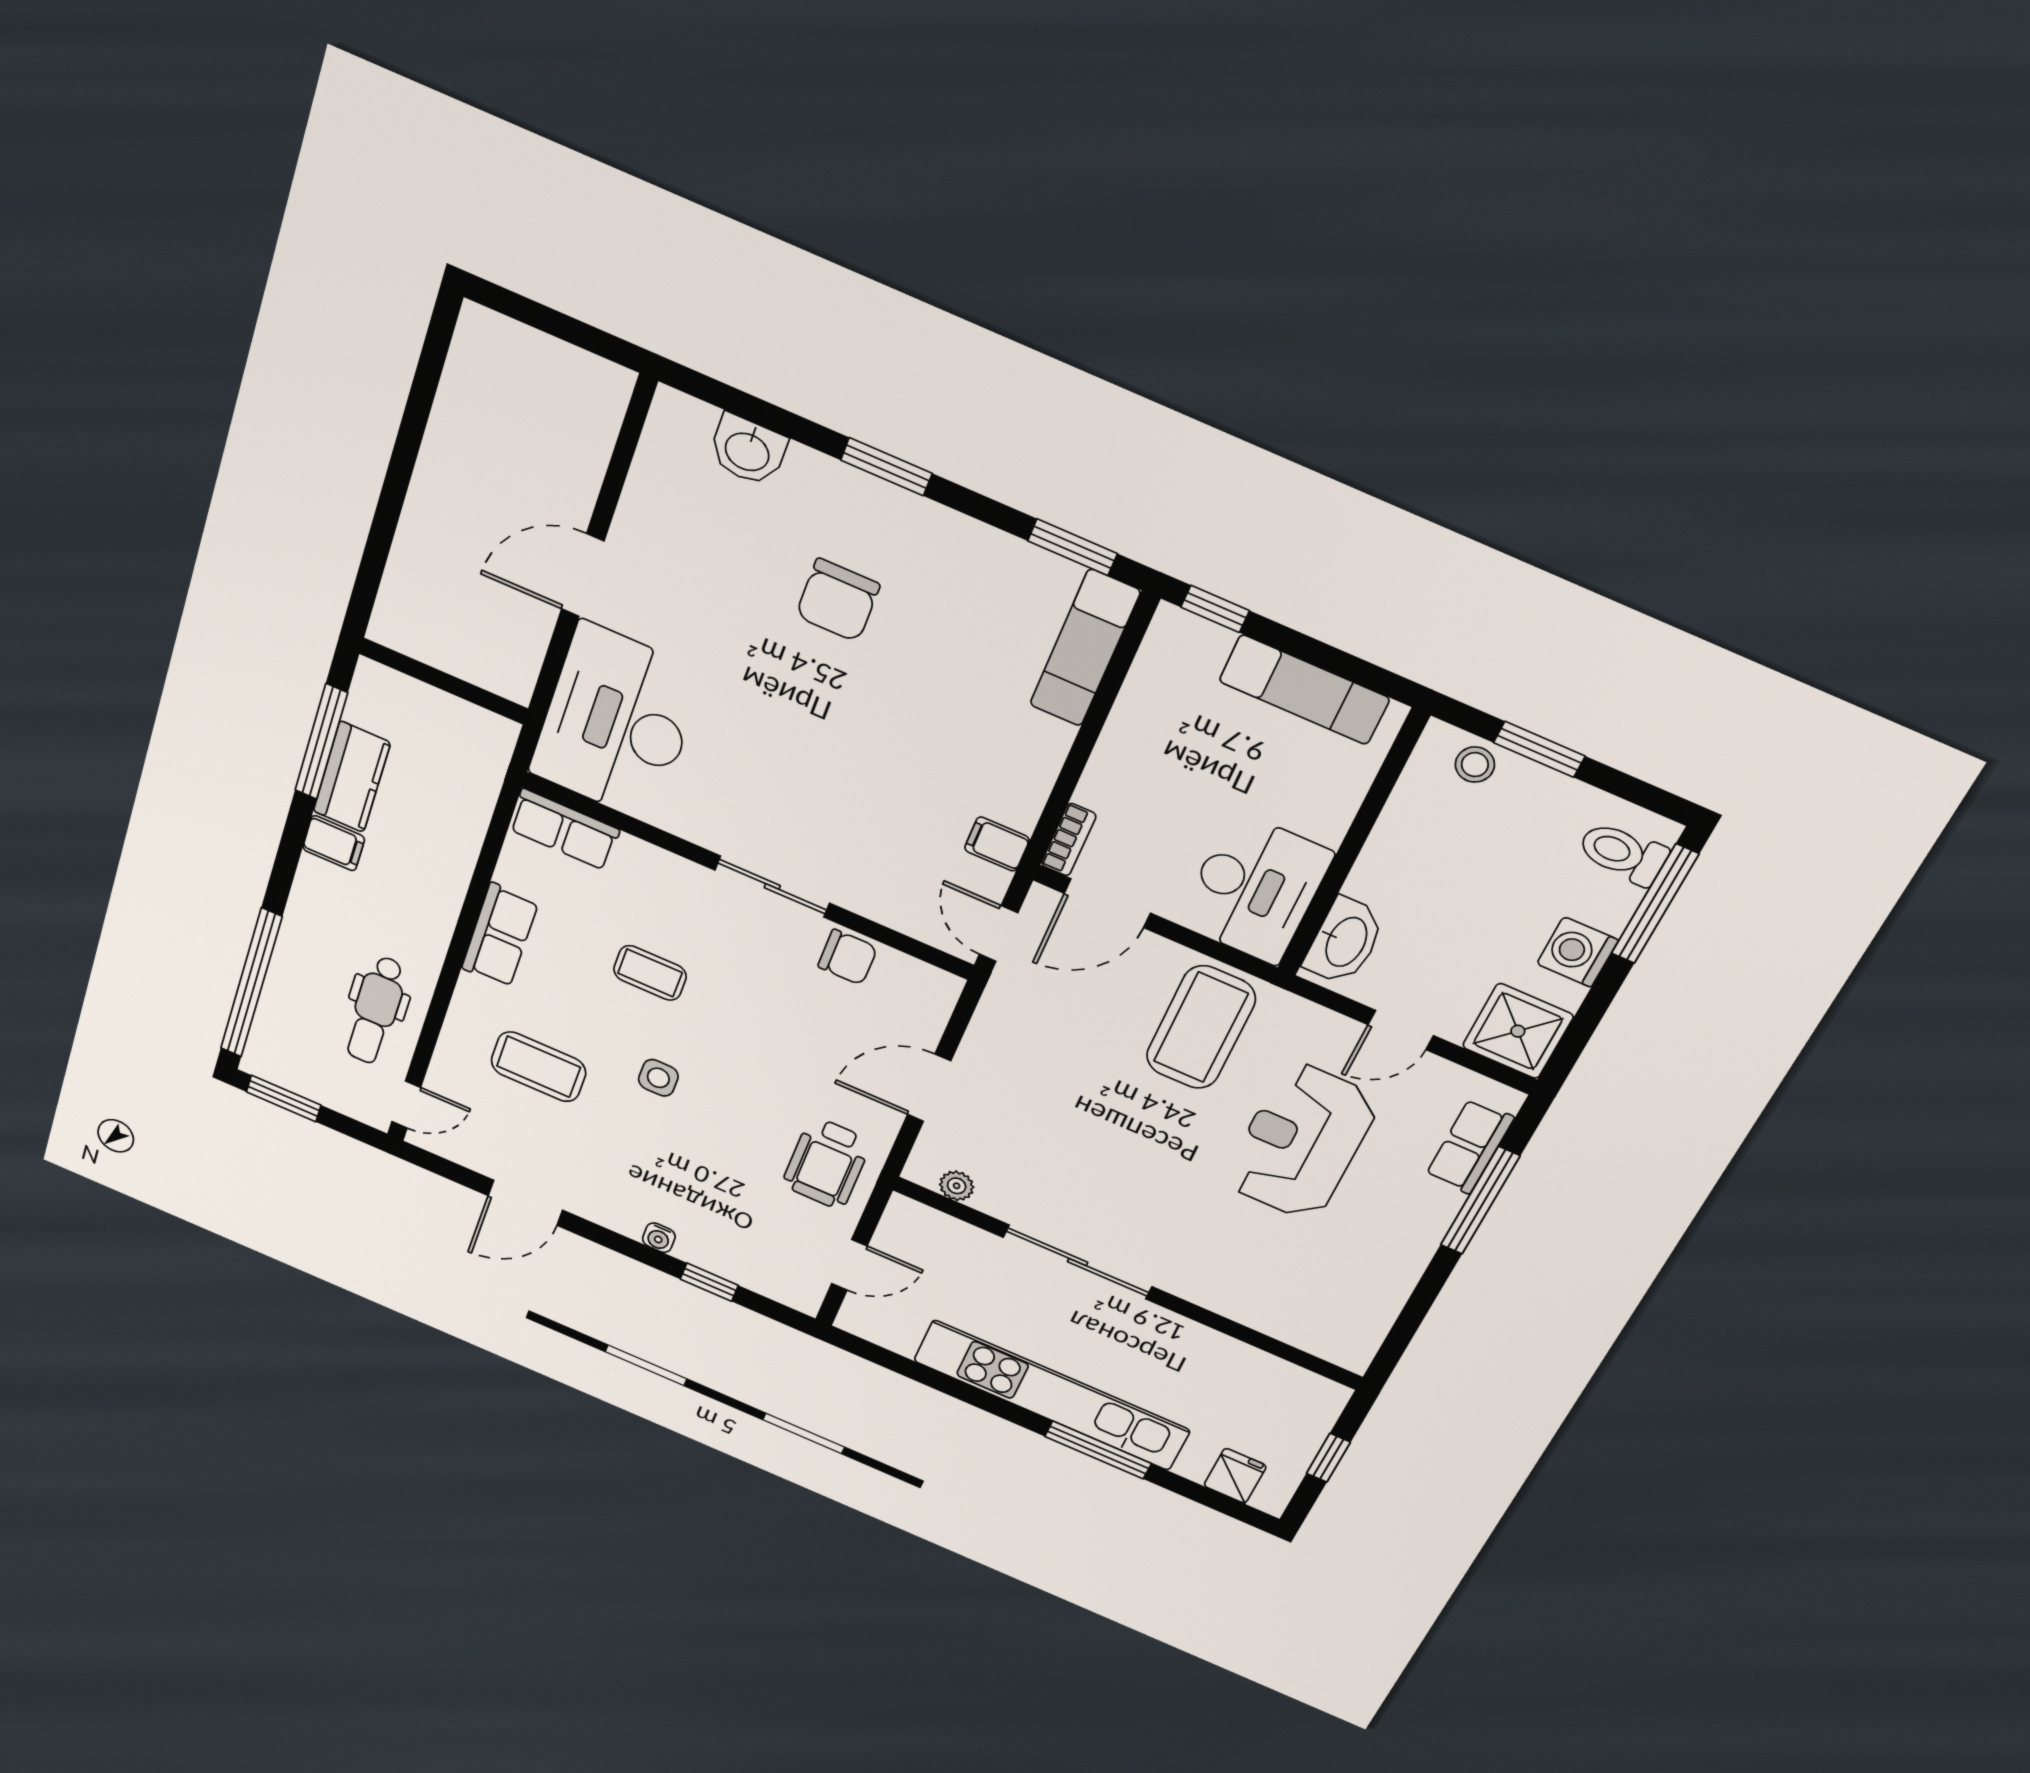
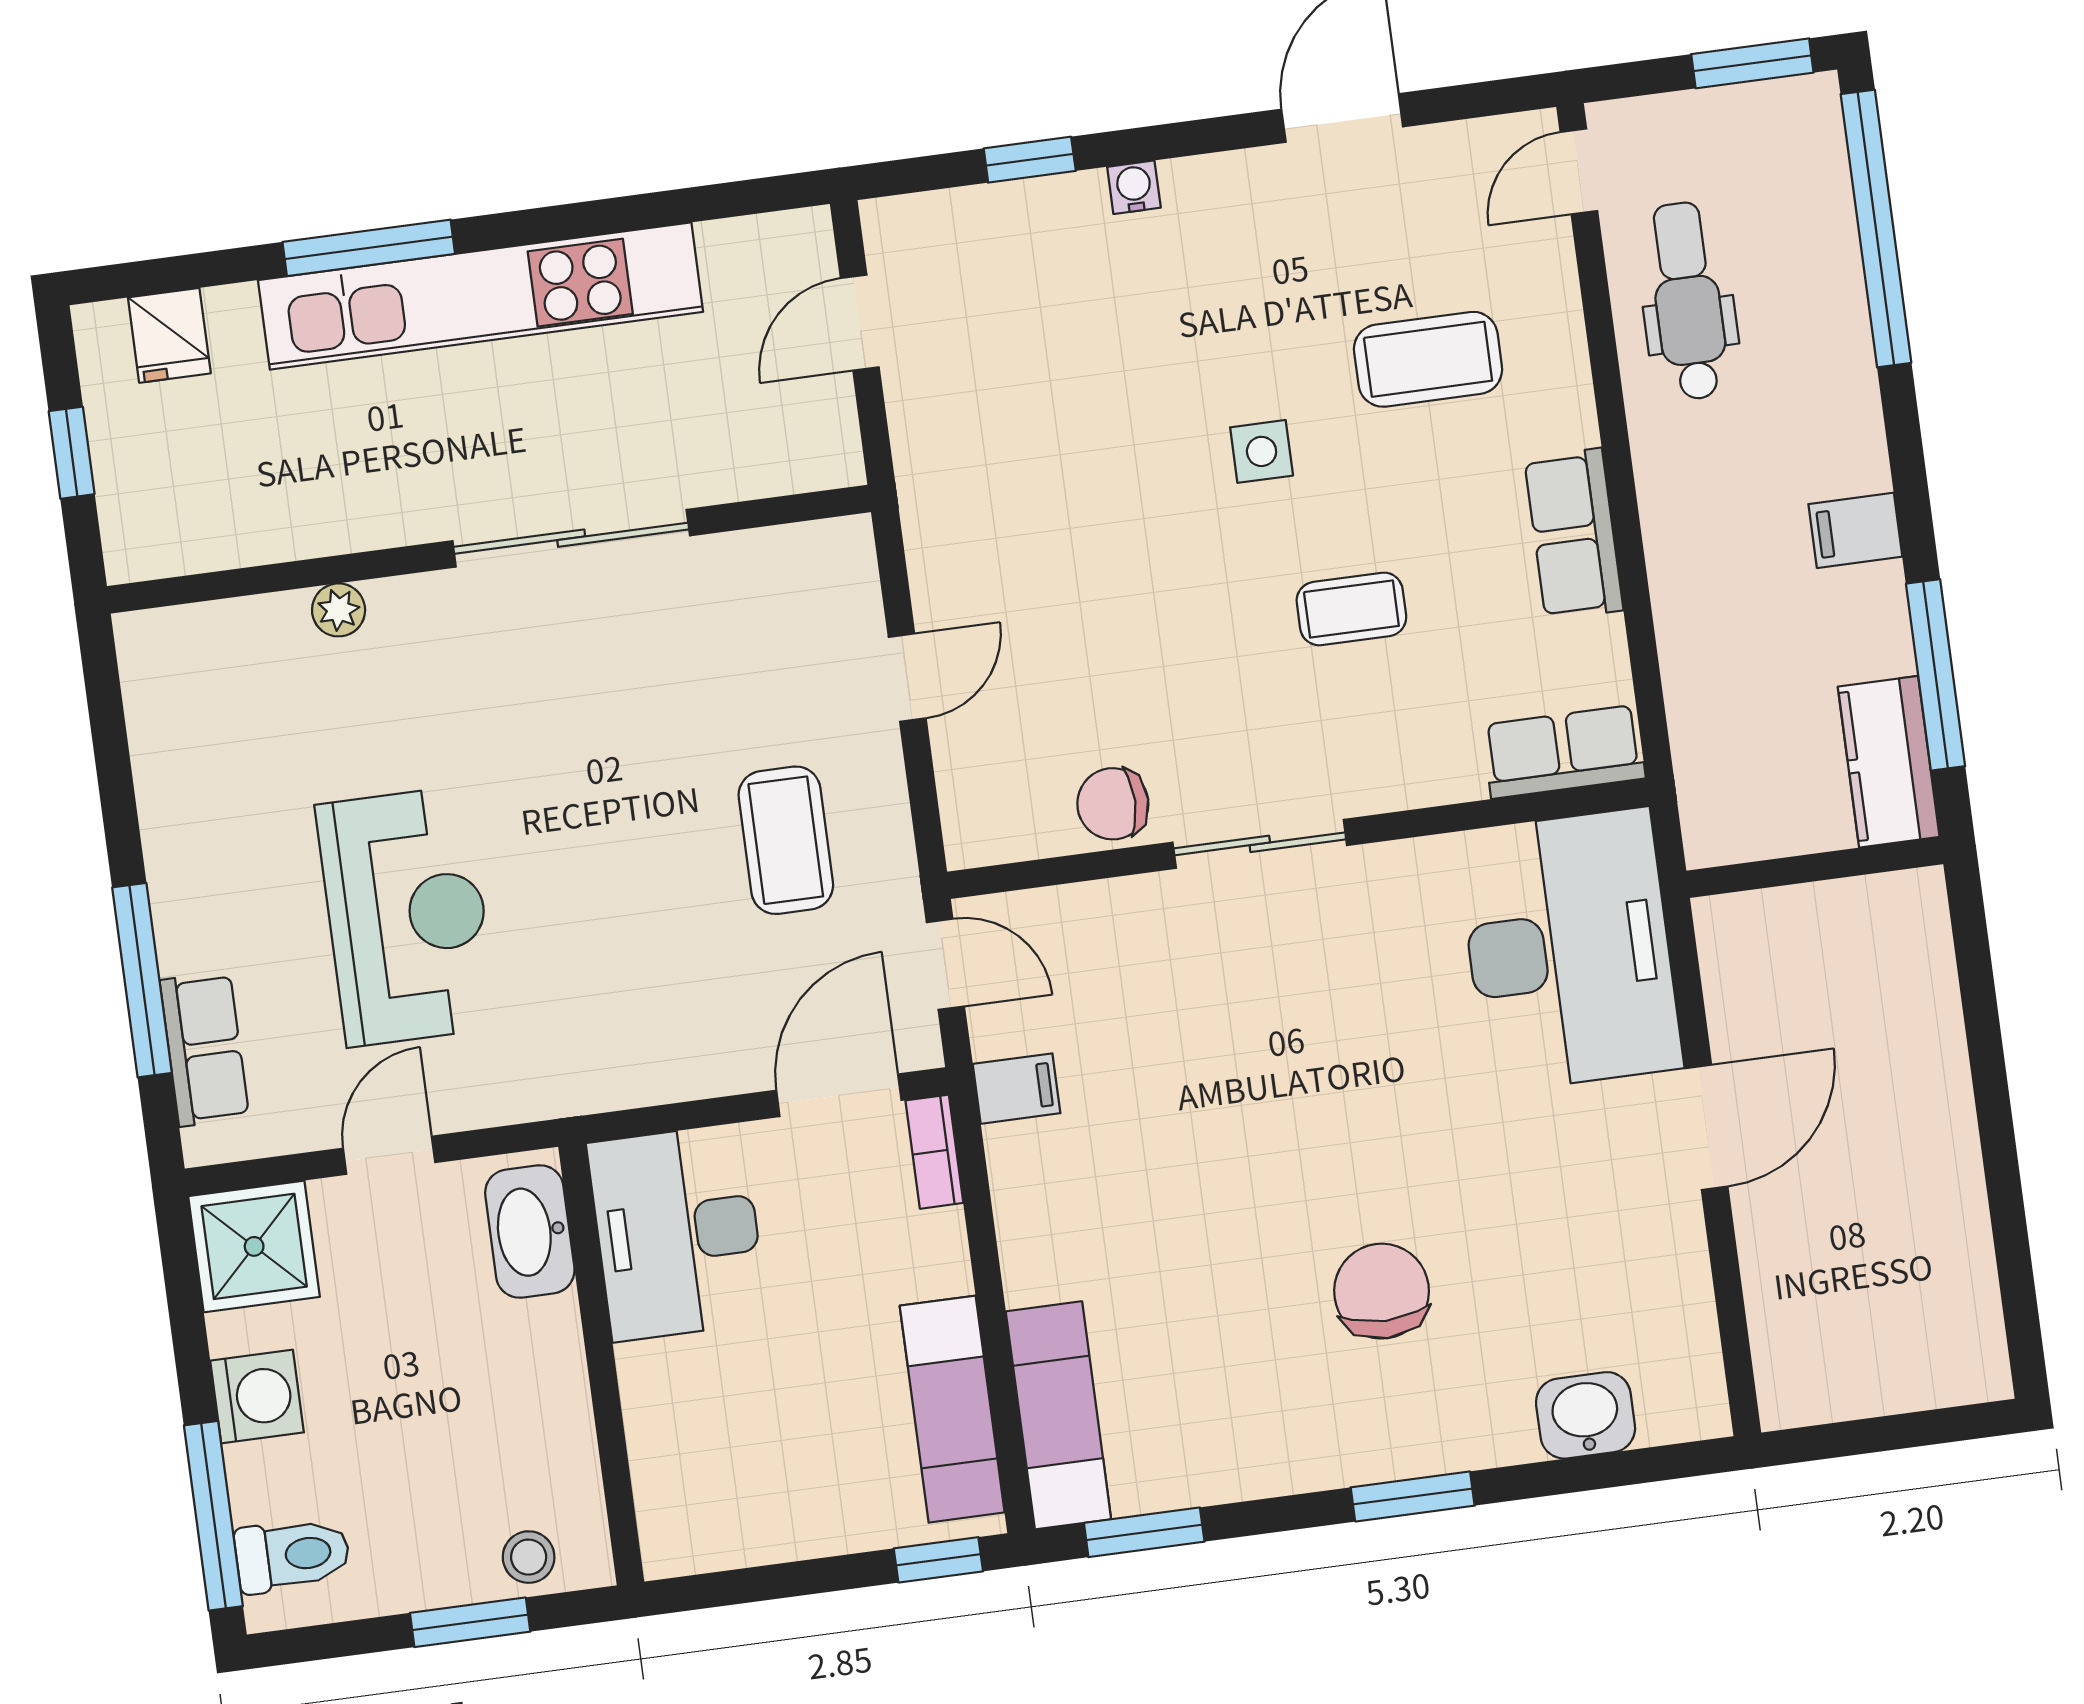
exam couch: (1304, 690) -> (952, 1409), moved, turned -90
kitchen counter: (352, 777) -> (1889, 762), moved
coffee table: (1201, 1027) -> (786, 840), moved, width x0.73, depth x0.76
door: (929, 1088) -> (907, 678), width x0.73
wheelchair: (827, 1163) -> (975, 468), removed
plant: (957, 1186) -> (339, 610), moved

